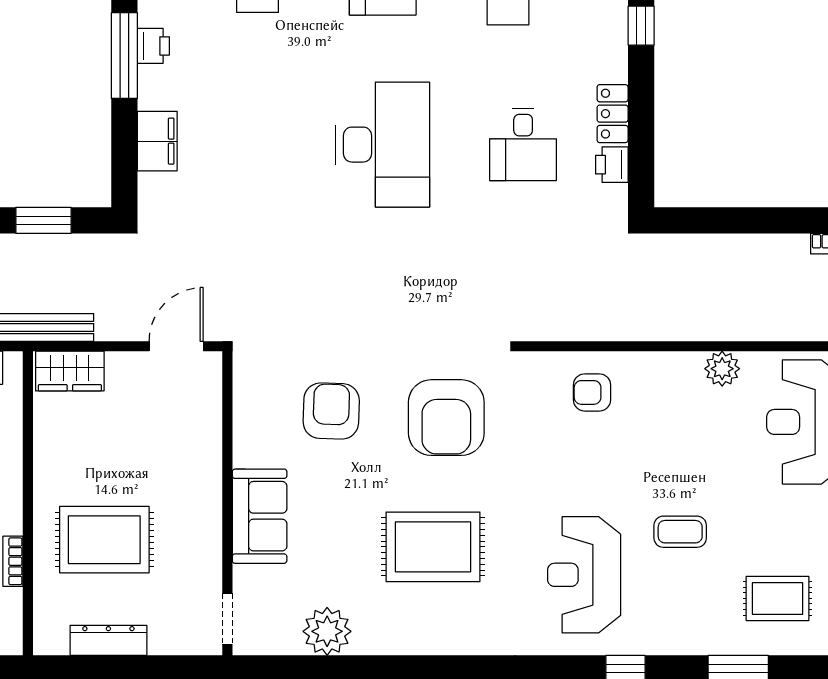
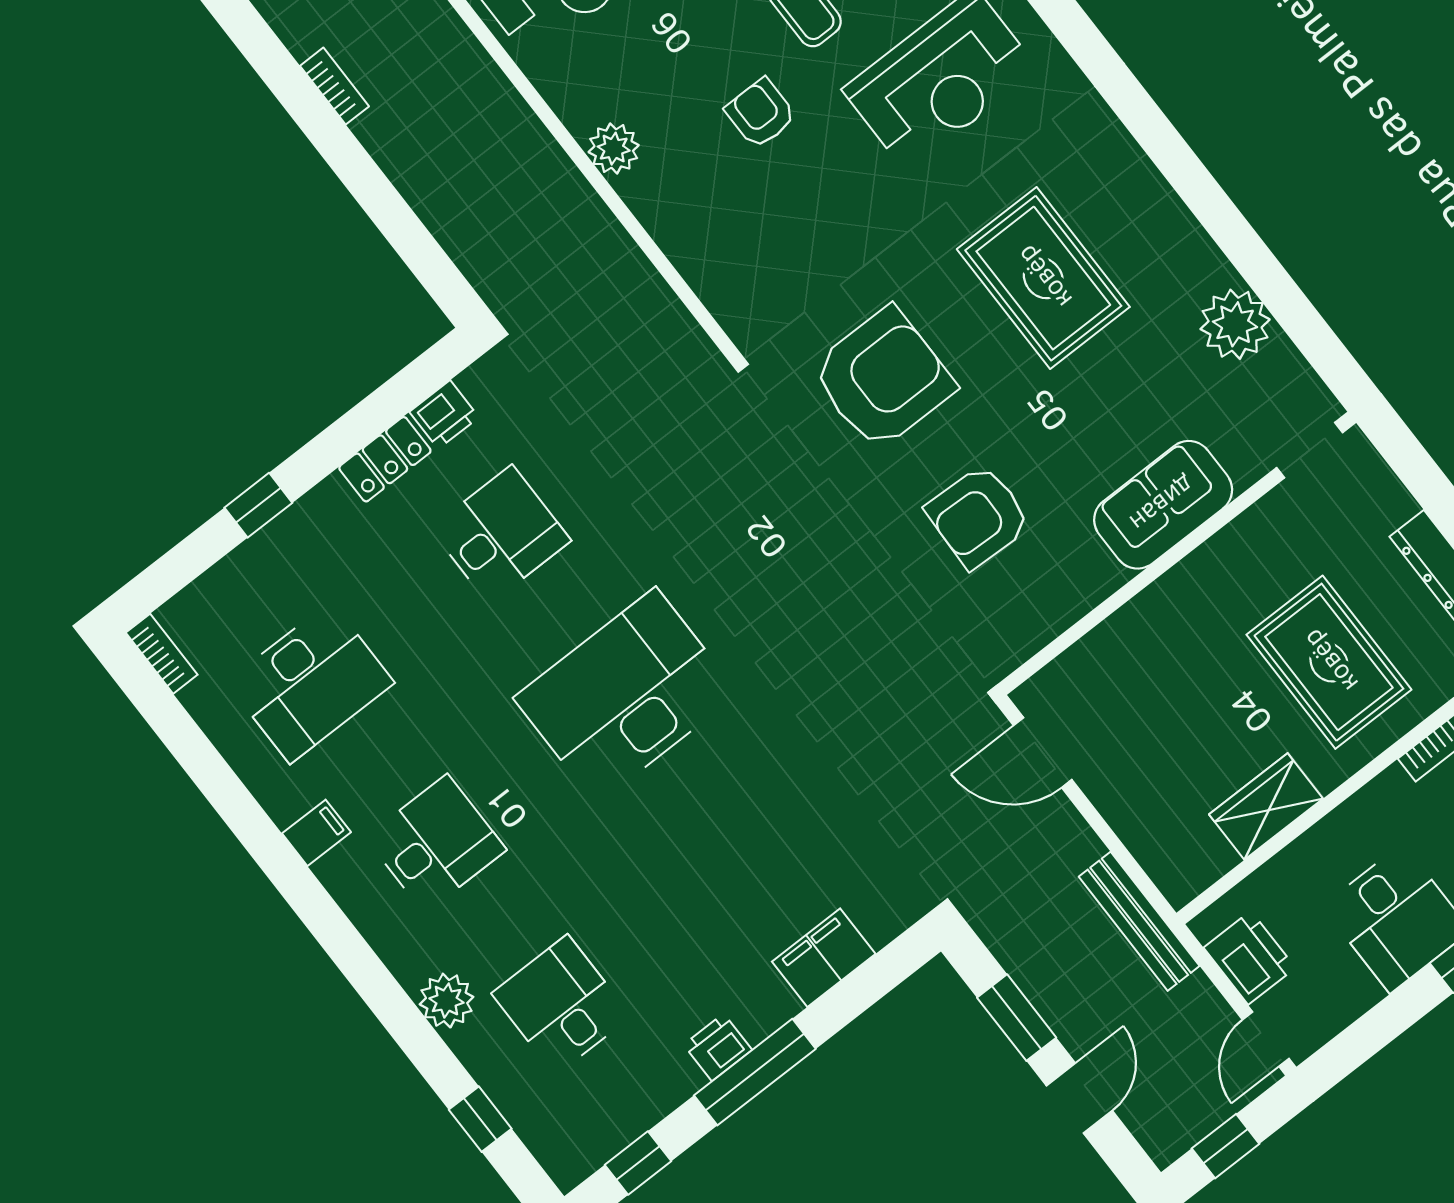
plant: (722, 369) -> (614, 149), moved
wardrobe: (70, 371) -> (1266, 806), moved, turned -90
armchair: (592, 392) -> (761, 113), moved, turned 180

